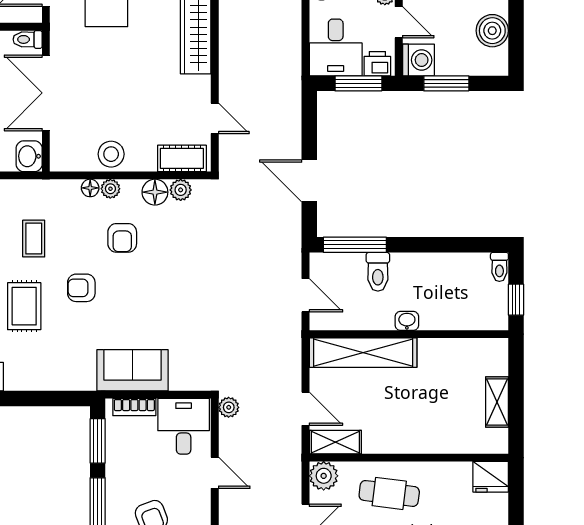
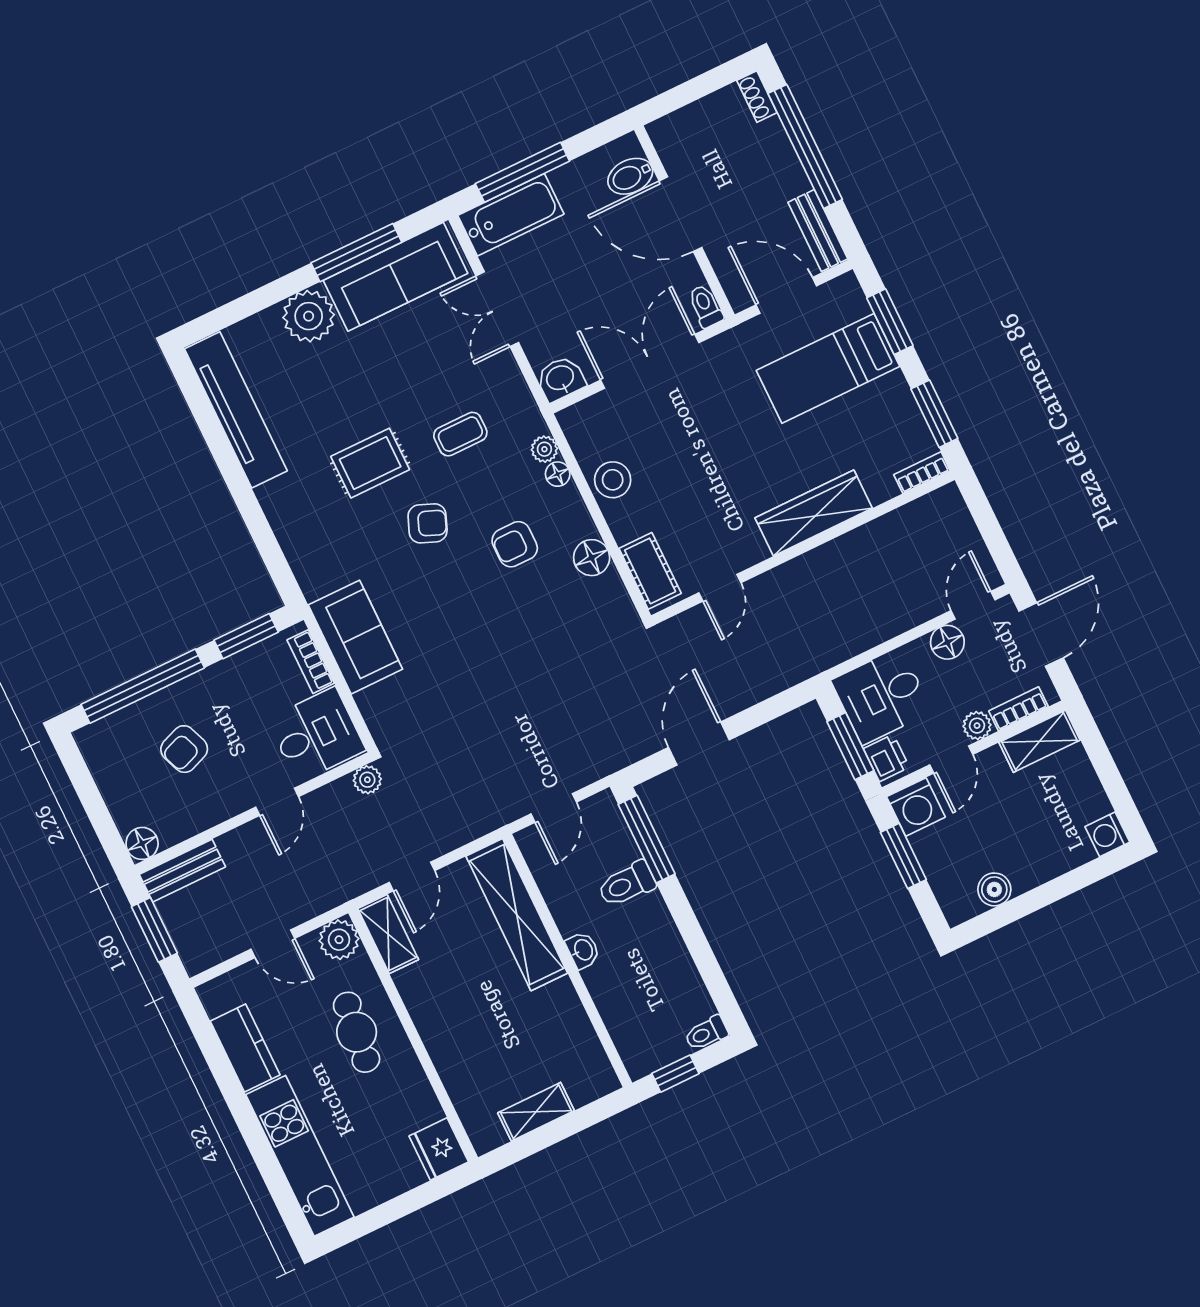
boiler: (492, 31) -> (994, 889), width x0.73, depth x0.73
plant: (110, 189) -> (544, 449), moved
plant: (181, 190) -> (610, 588), removed
armchair: (81, 288) -> (428, 523), turned 112

